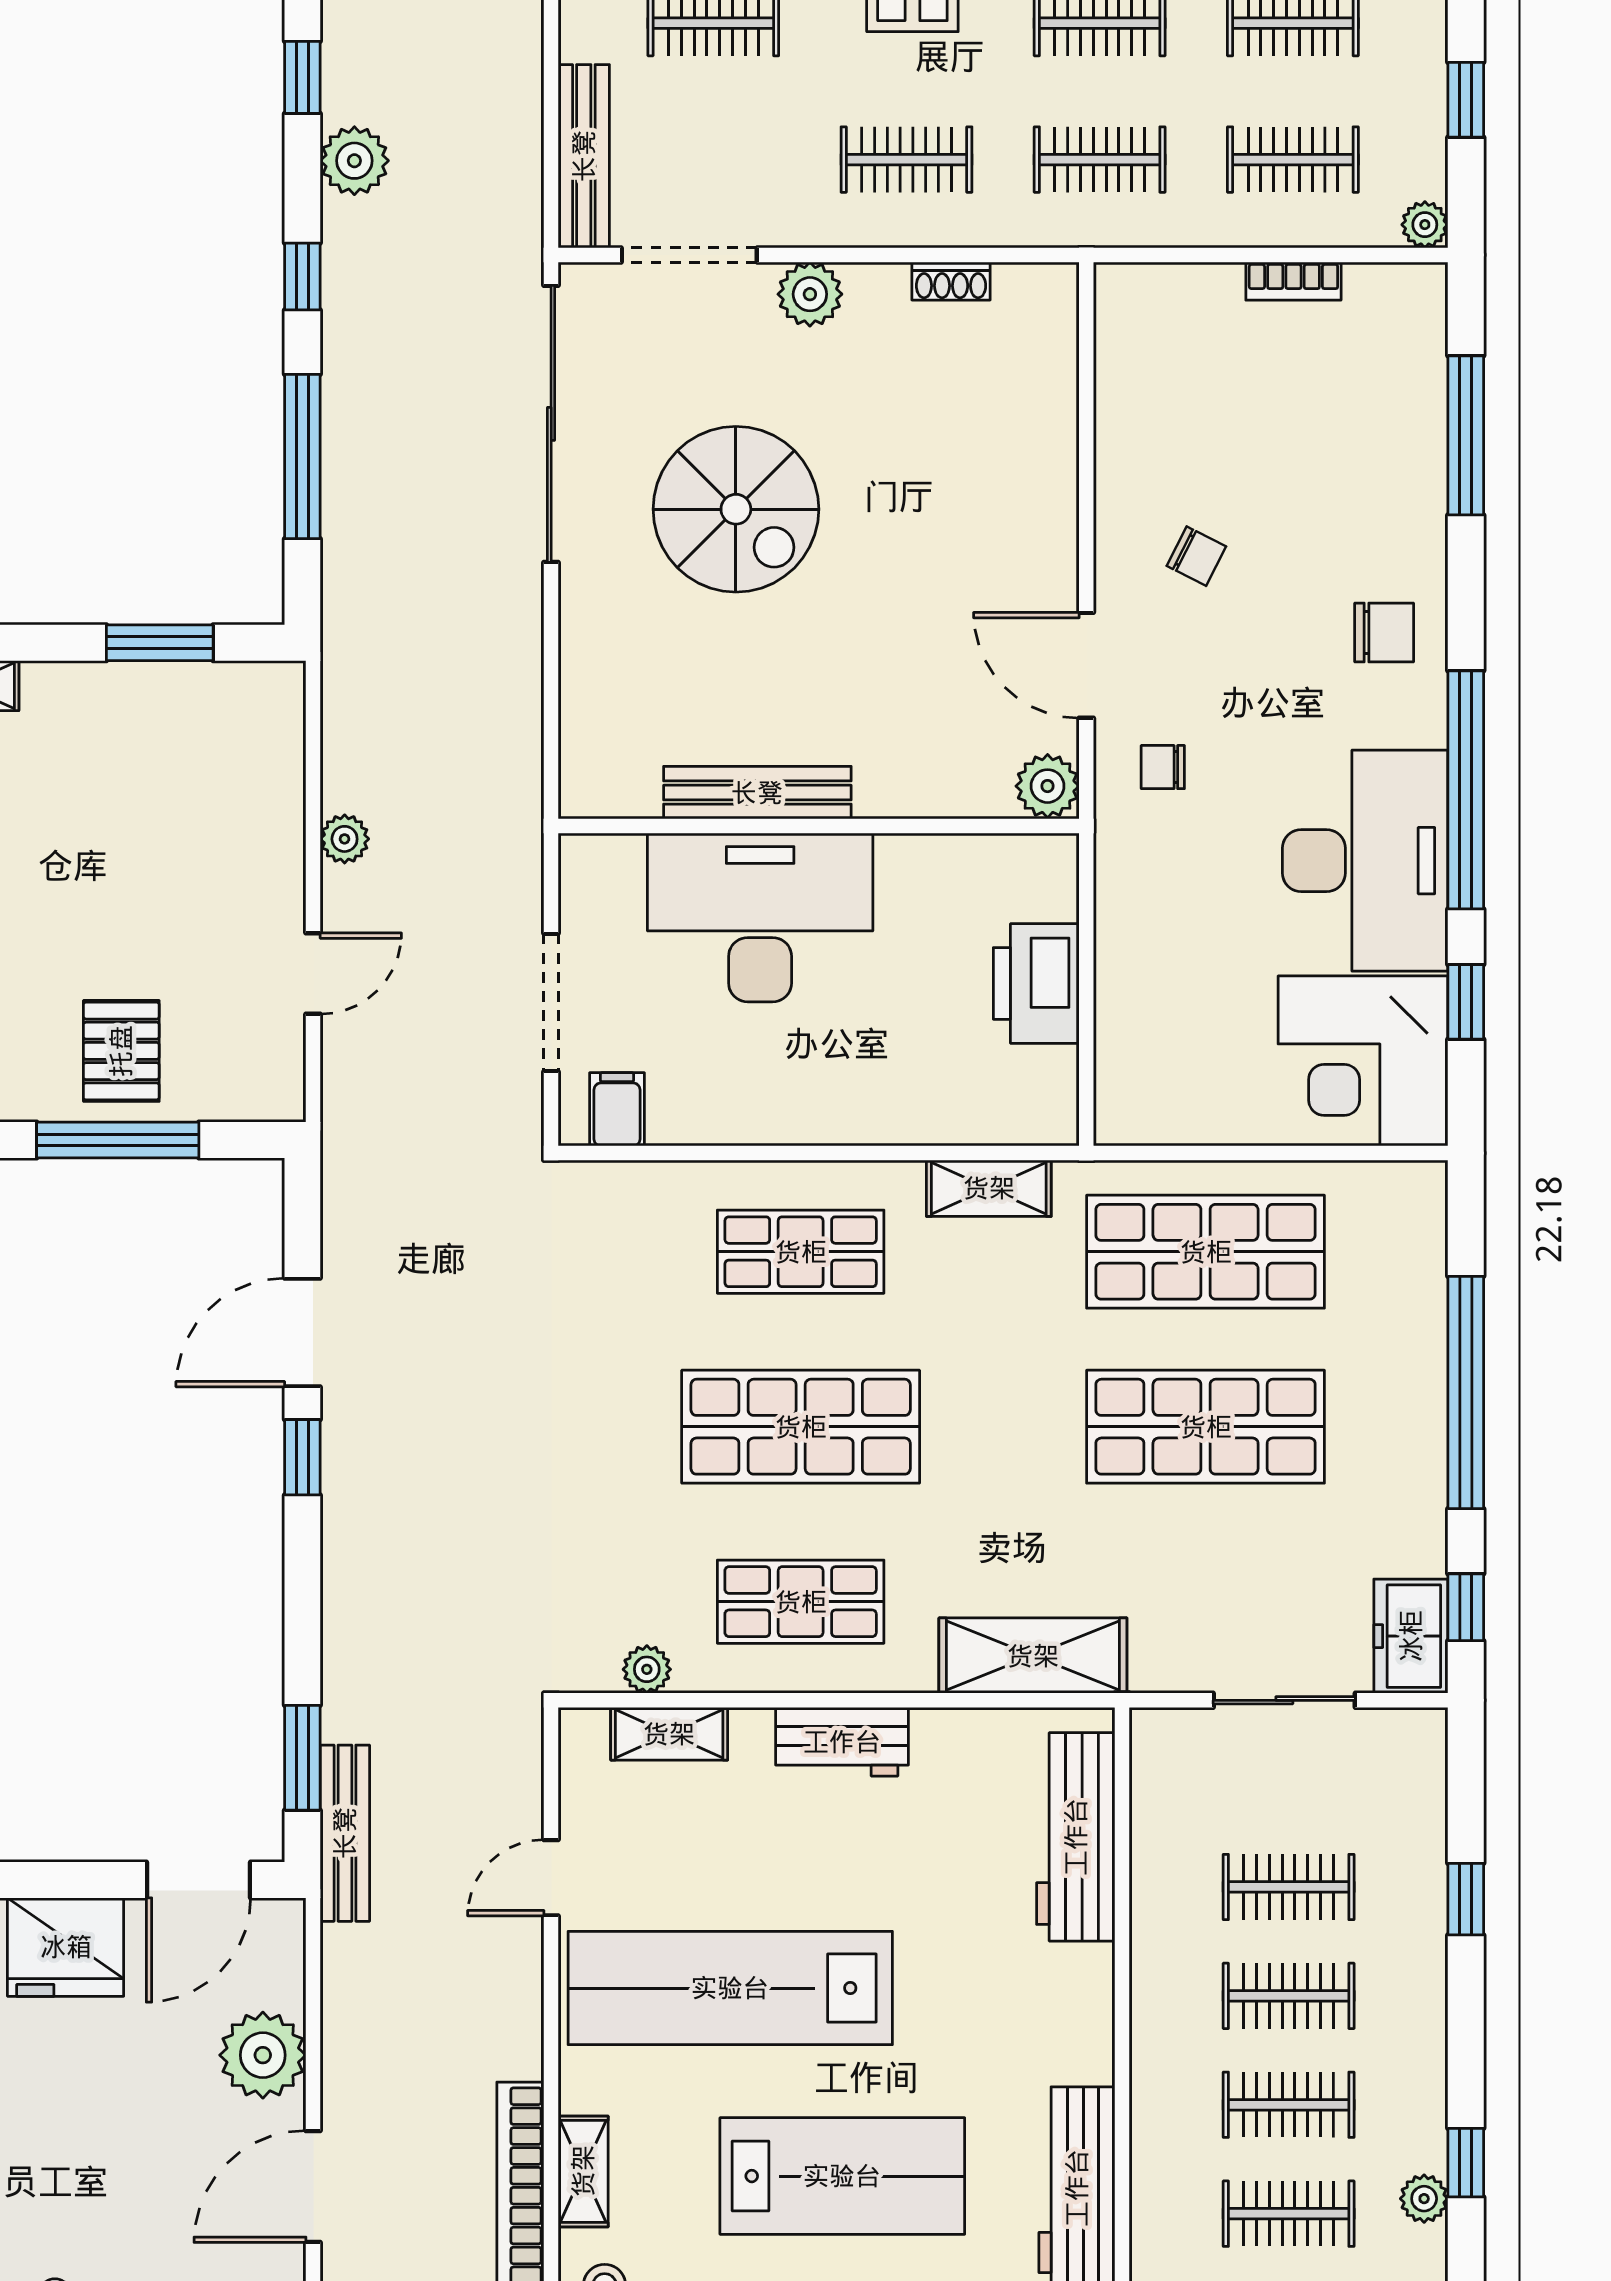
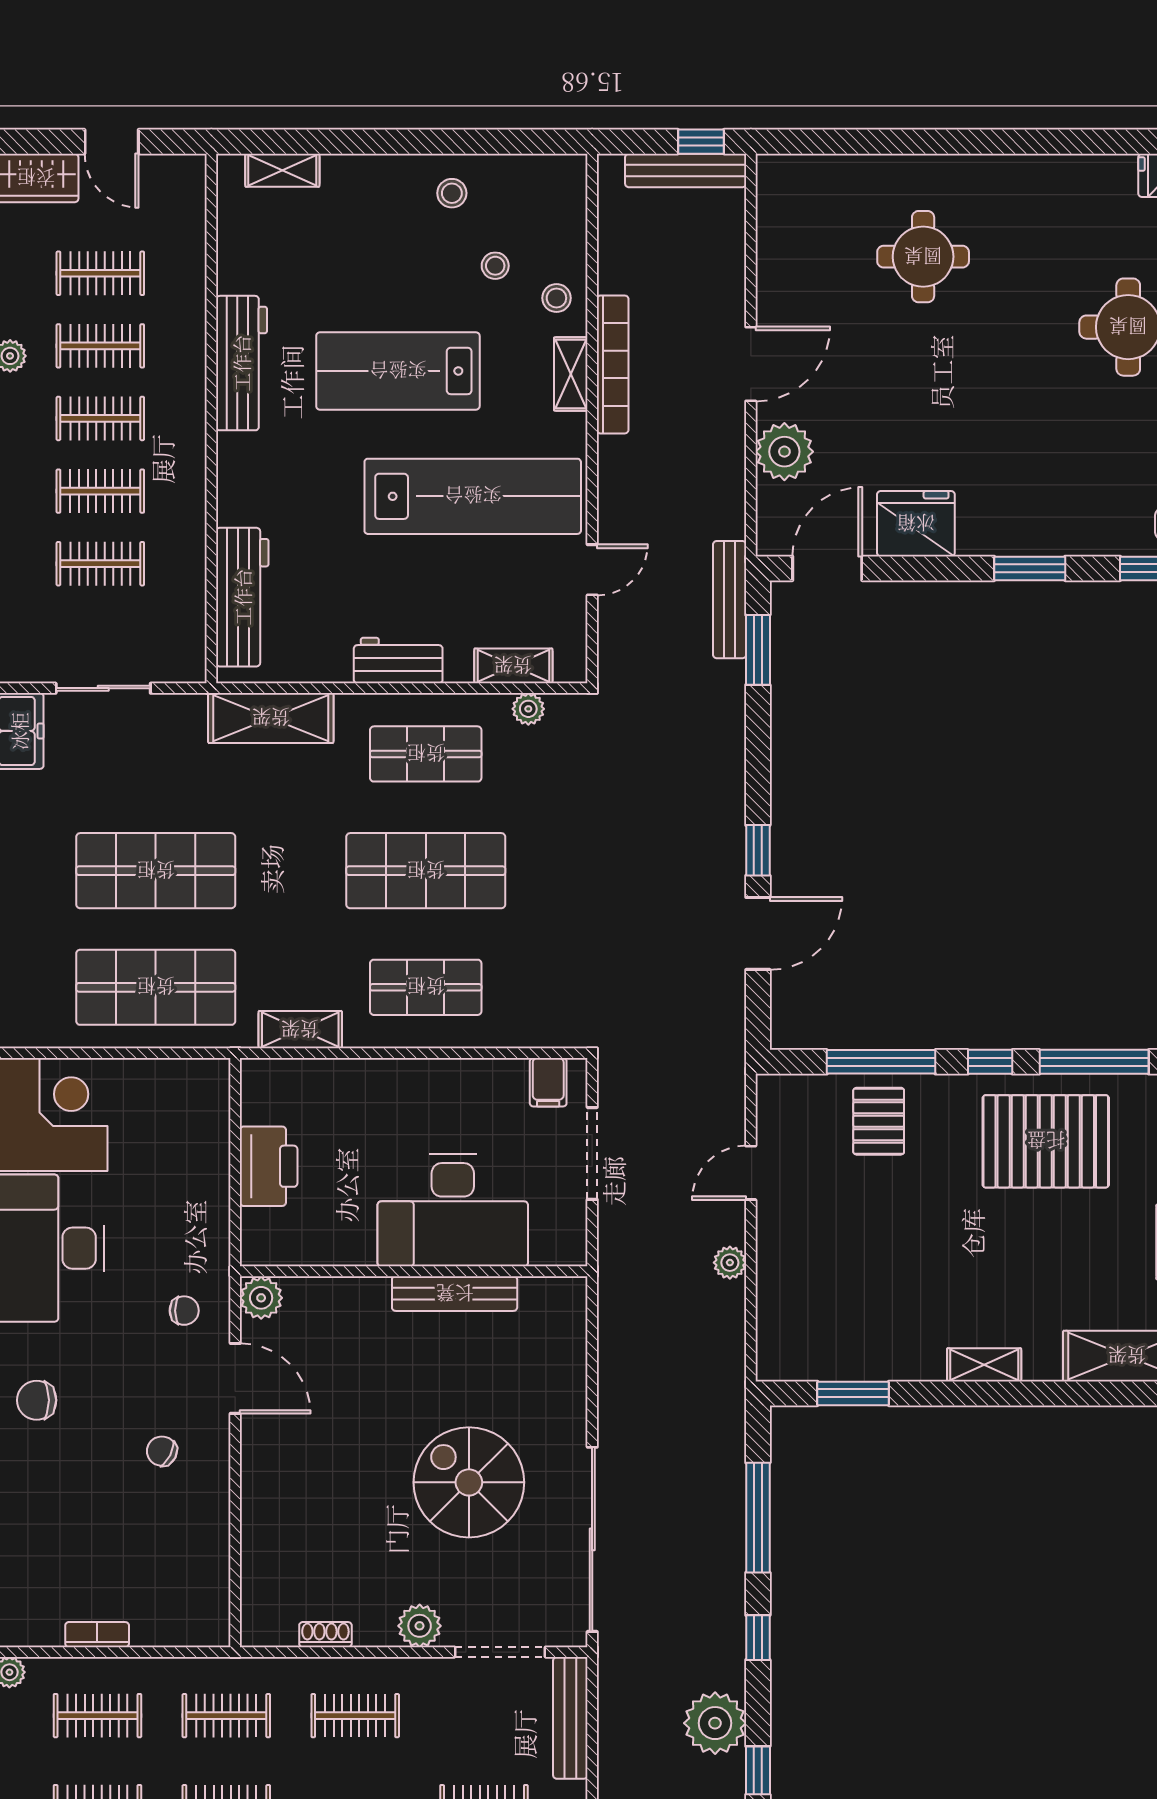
plant: (354, 161) -> (715, 1723), width x1.36, depth x1.36

